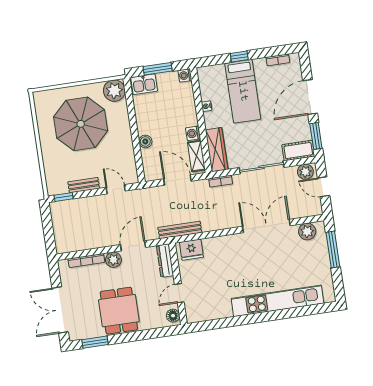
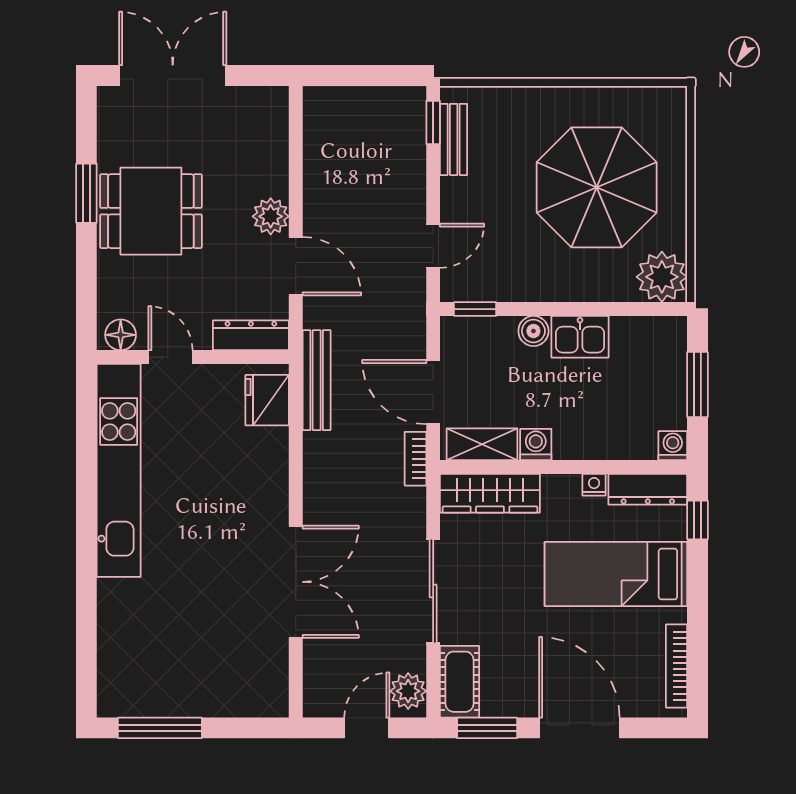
window: (239, 57) -> (698, 520), moved
bookcase: (278, 60) -> (677, 666), width x1.56
dresser: (205, 83) -> (648, 489), added
kitchen sink: (144, 84) -> (580, 337), moved, turned -90
window: (140, 168) -> (475, 309), added
door: (177, 180) -> (433, 392), swing flipped
bookcase: (221, 181) -> (416, 459), moved
bench: (84, 185) -> (454, 139), moved
plant: (307, 232) -> (269, 675), removed
window: (333, 250) -> (160, 728), moved
bookcase: (86, 261) -> (278, 153), removed
kitchen unit: (277, 301) -> (119, 470), moved
window: (95, 342) -> (86, 193), moved

